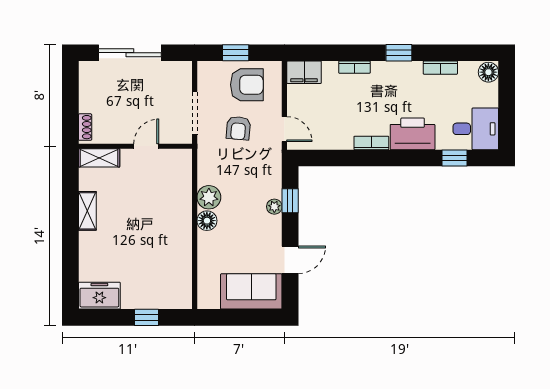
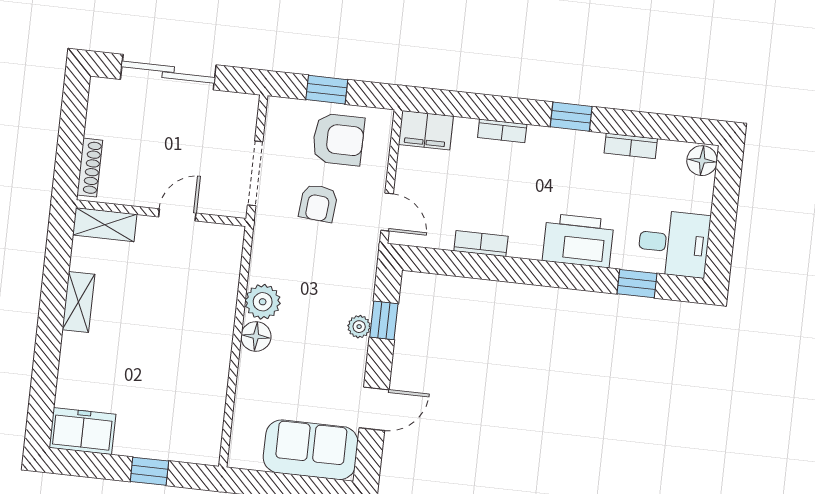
shoe rack: (85, 127) -> (90, 168), width x1.43
bookcase: (371, 143) -> (481, 244), moved

